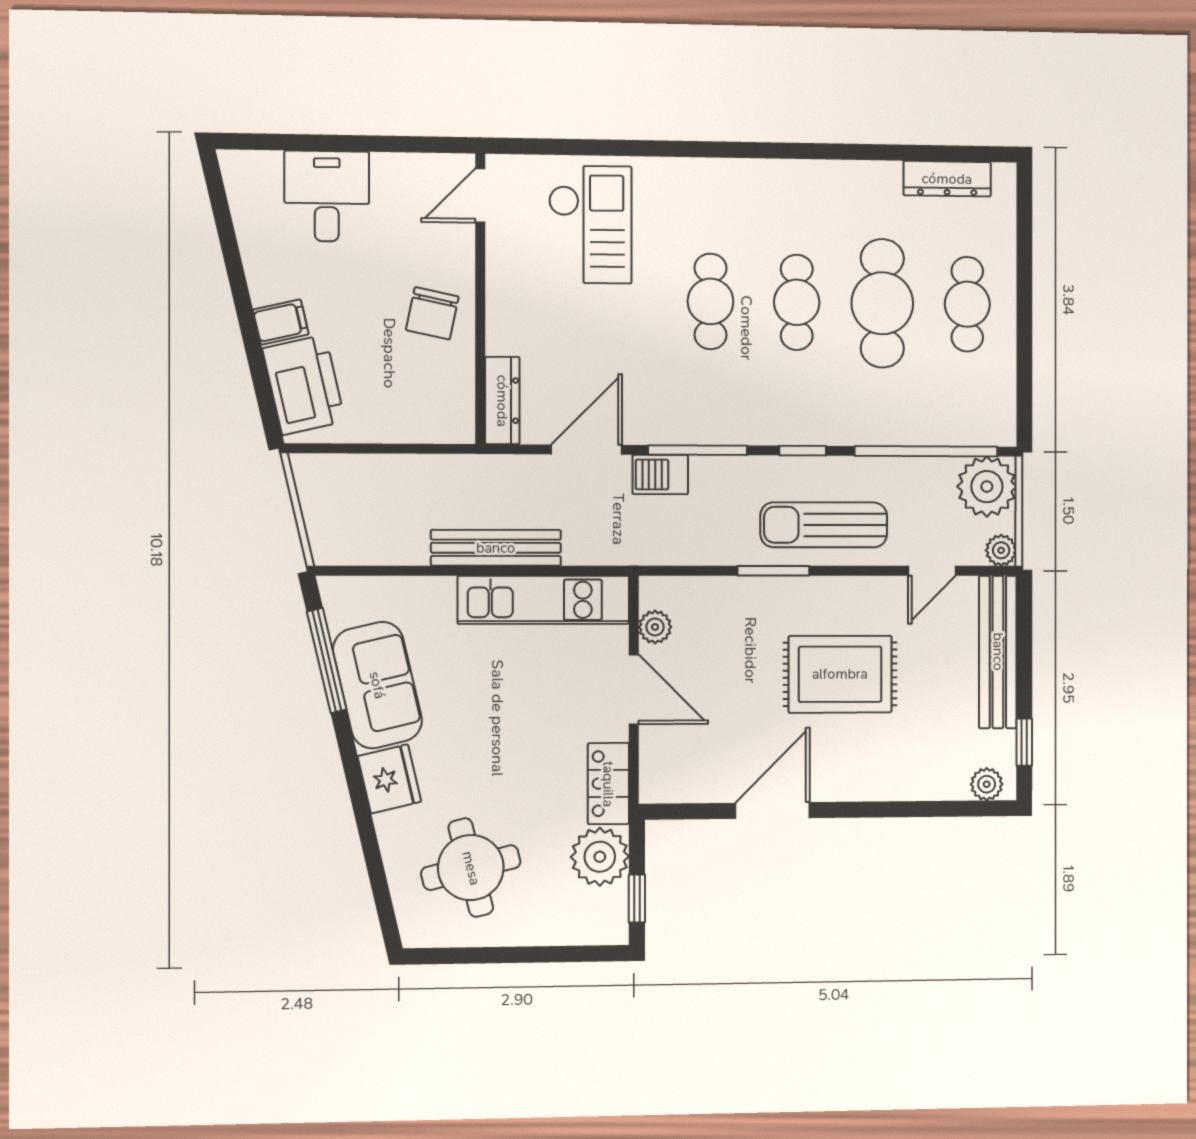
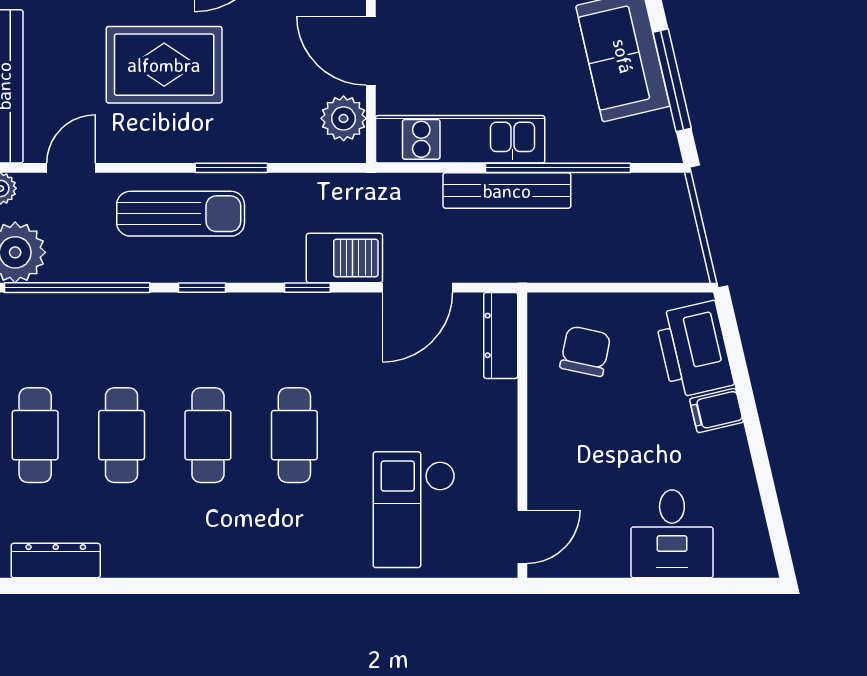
cafe table: (882, 303) -> (122, 435), width x0.73, depth x0.74
chair: (432, 313) -> (585, 351), moved
window: (698, 450) -> (307, 288), width x0.46
barbecue: (660, 475) -> (344, 258), width x1.38, depth x1.27
window: (444, 571) -> (558, 168), added
plant: (655, 627) -> (344, 118), width x1.38, depth x1.38

